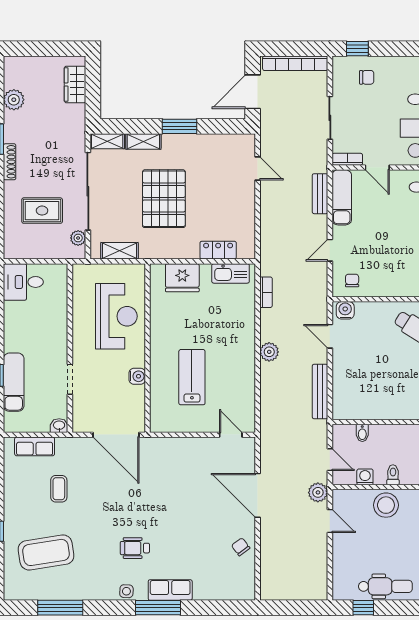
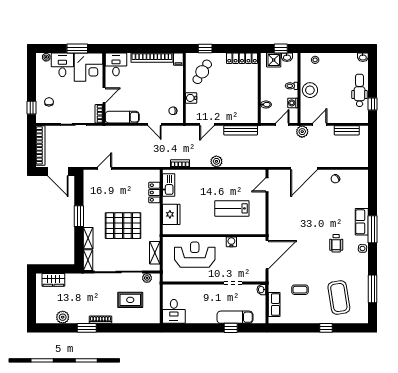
bench: (320, 194) -> (347, 130), moved
rug: (42, 211) -> (130, 300), turned 90
water cooler: (345, 310) -> (191, 98), moved

